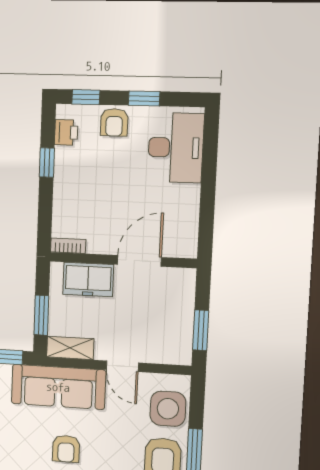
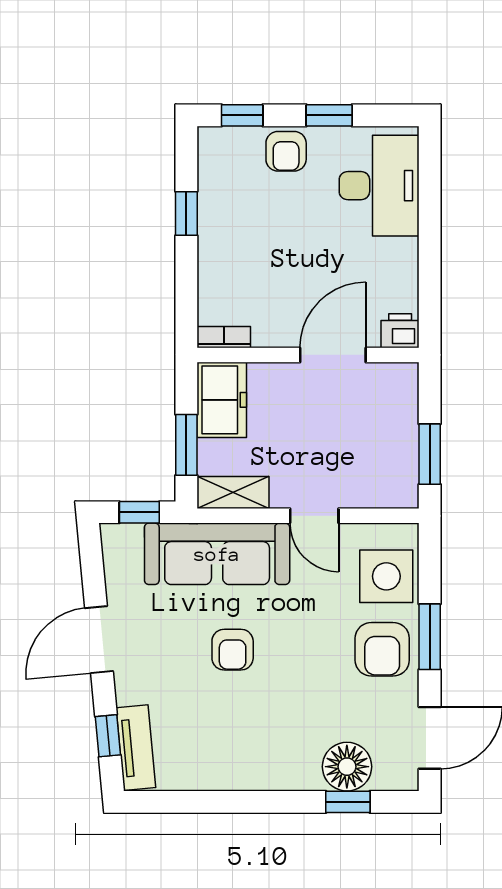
printer: (66, 132) -> (400, 331), moved, turned -90
freezer: (88, 279) -> (222, 400), moved, turned -90

